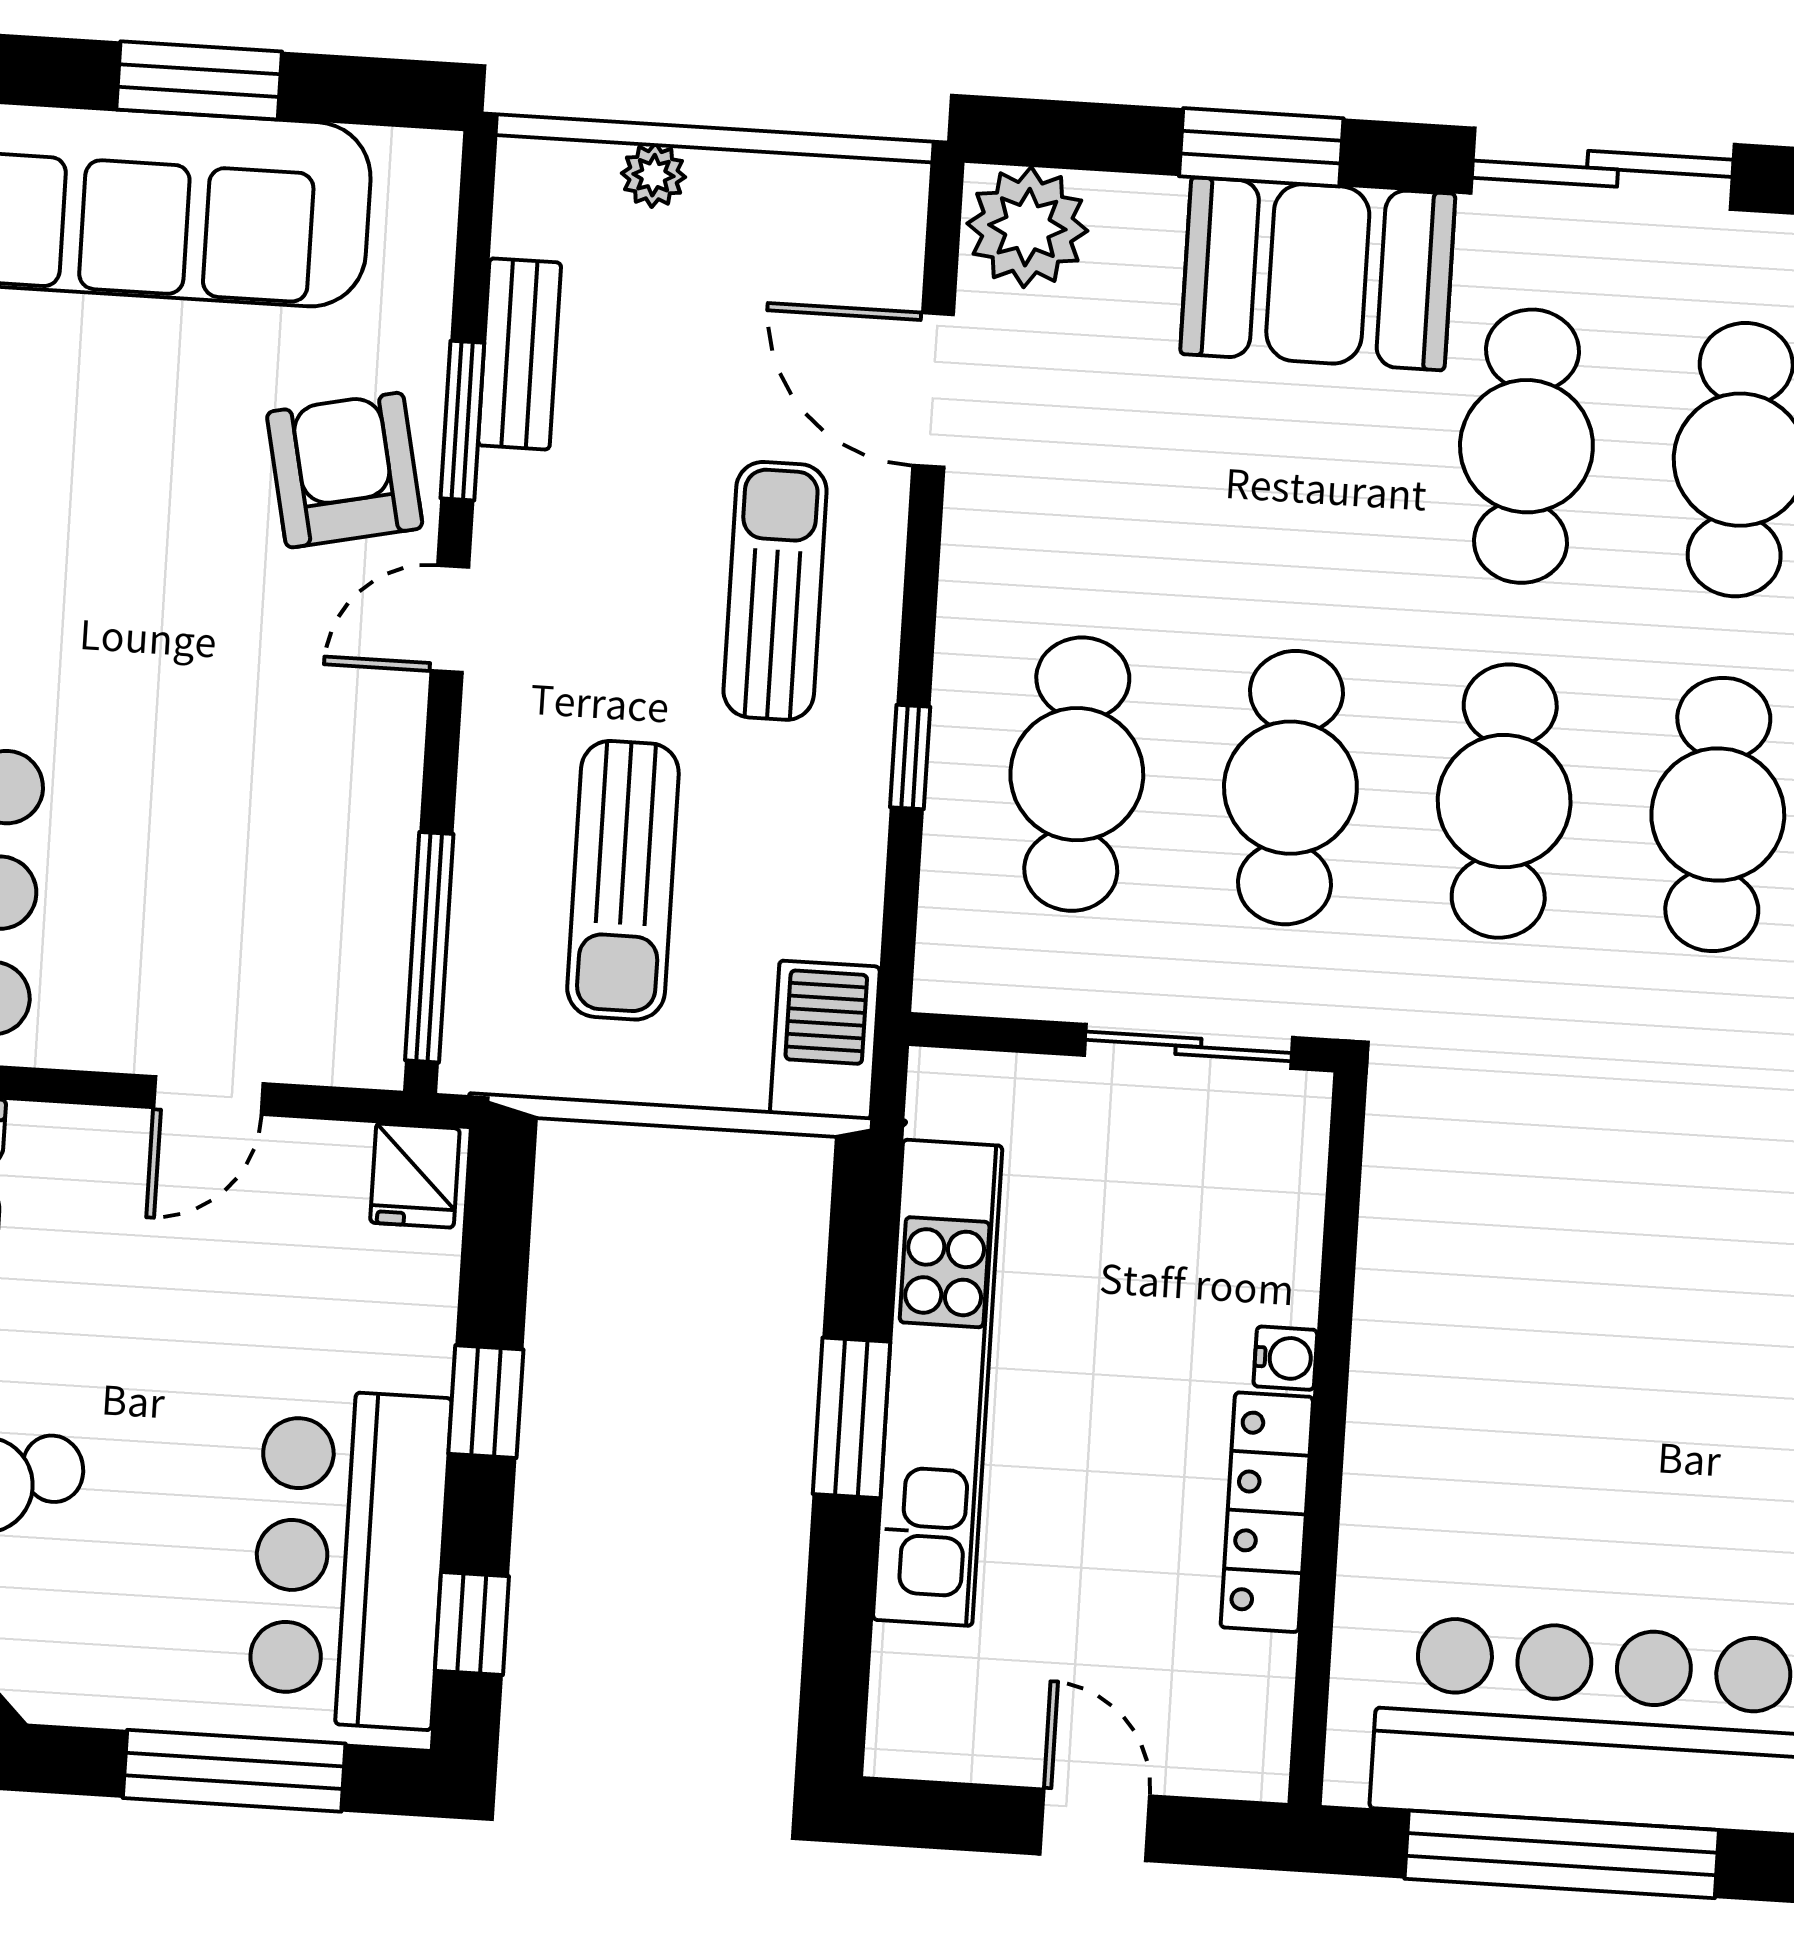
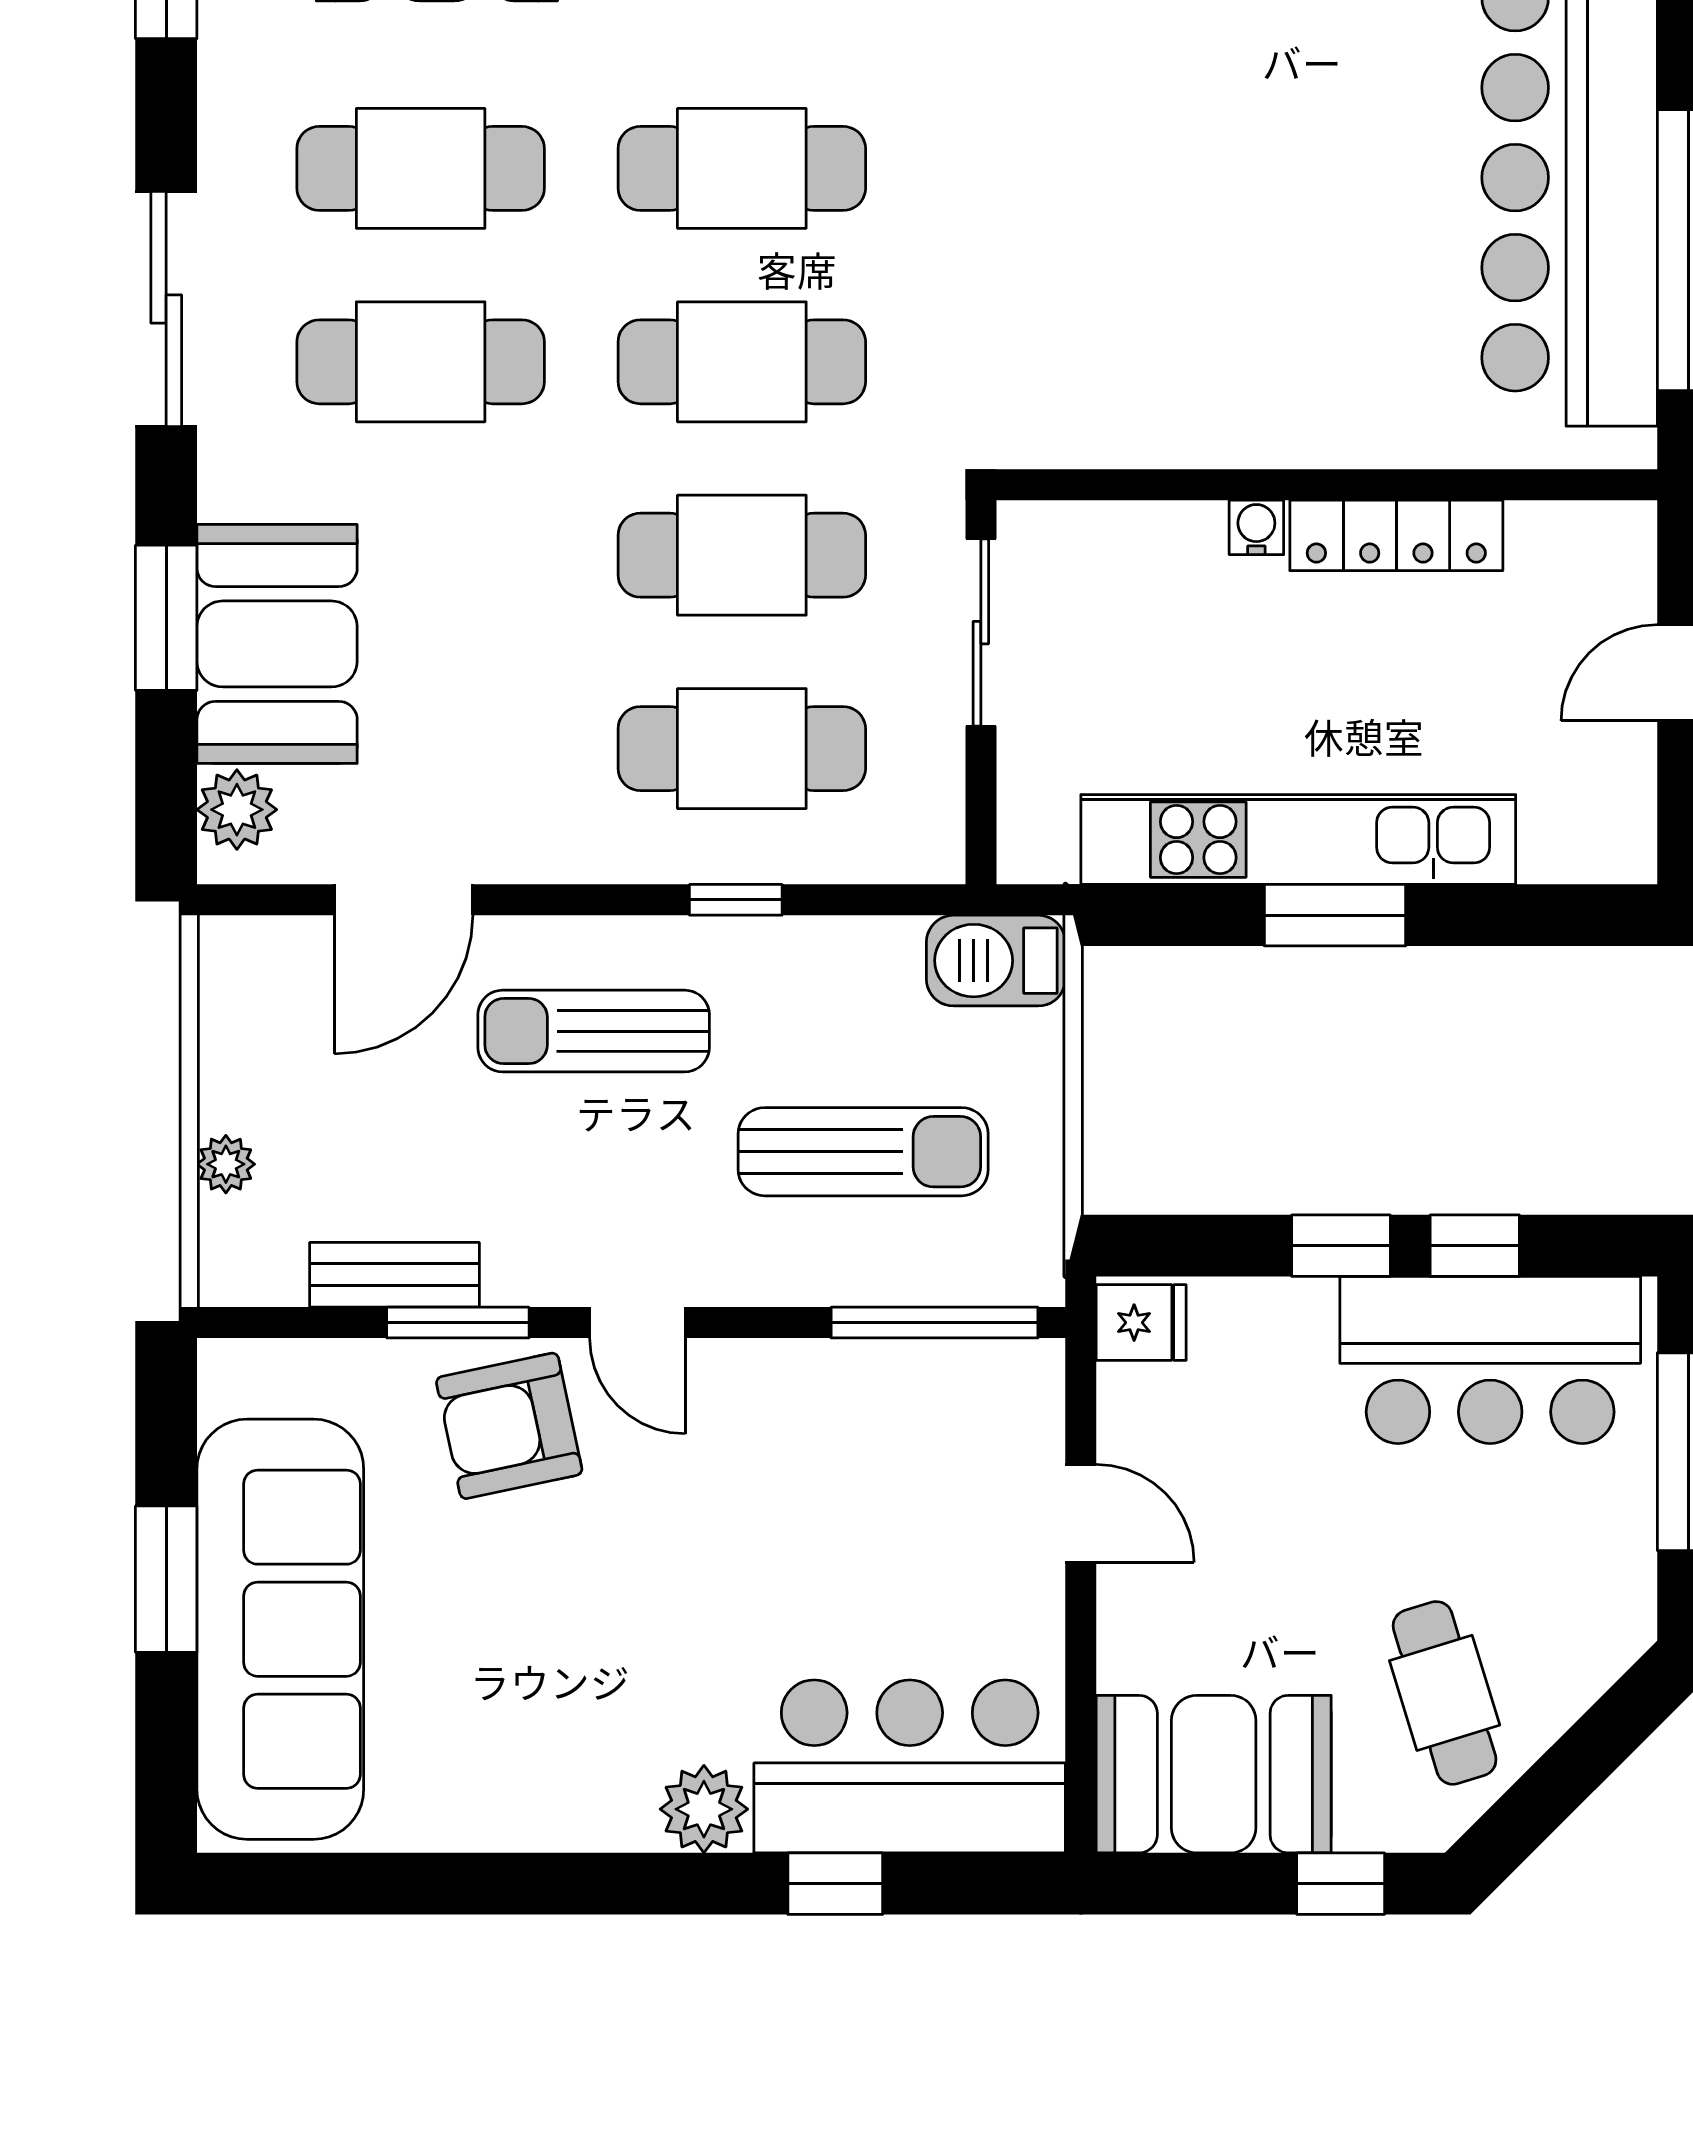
plant: (1027, 227) -> (237, 810), width x0.73, depth x0.73
booth: (1318, 274) -> (277, 644), moved
window: (472, 1624) -> (1475, 1246), moved

